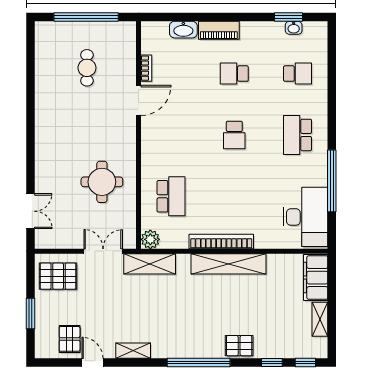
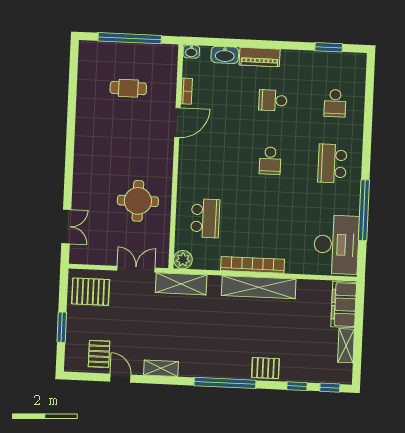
washbasin: (294, 28) -> (191, 52), moved
cafe table: (87, 68) -> (128, 88), turned 90
school desk: (298, 74) -> (335, 103), turned 90

